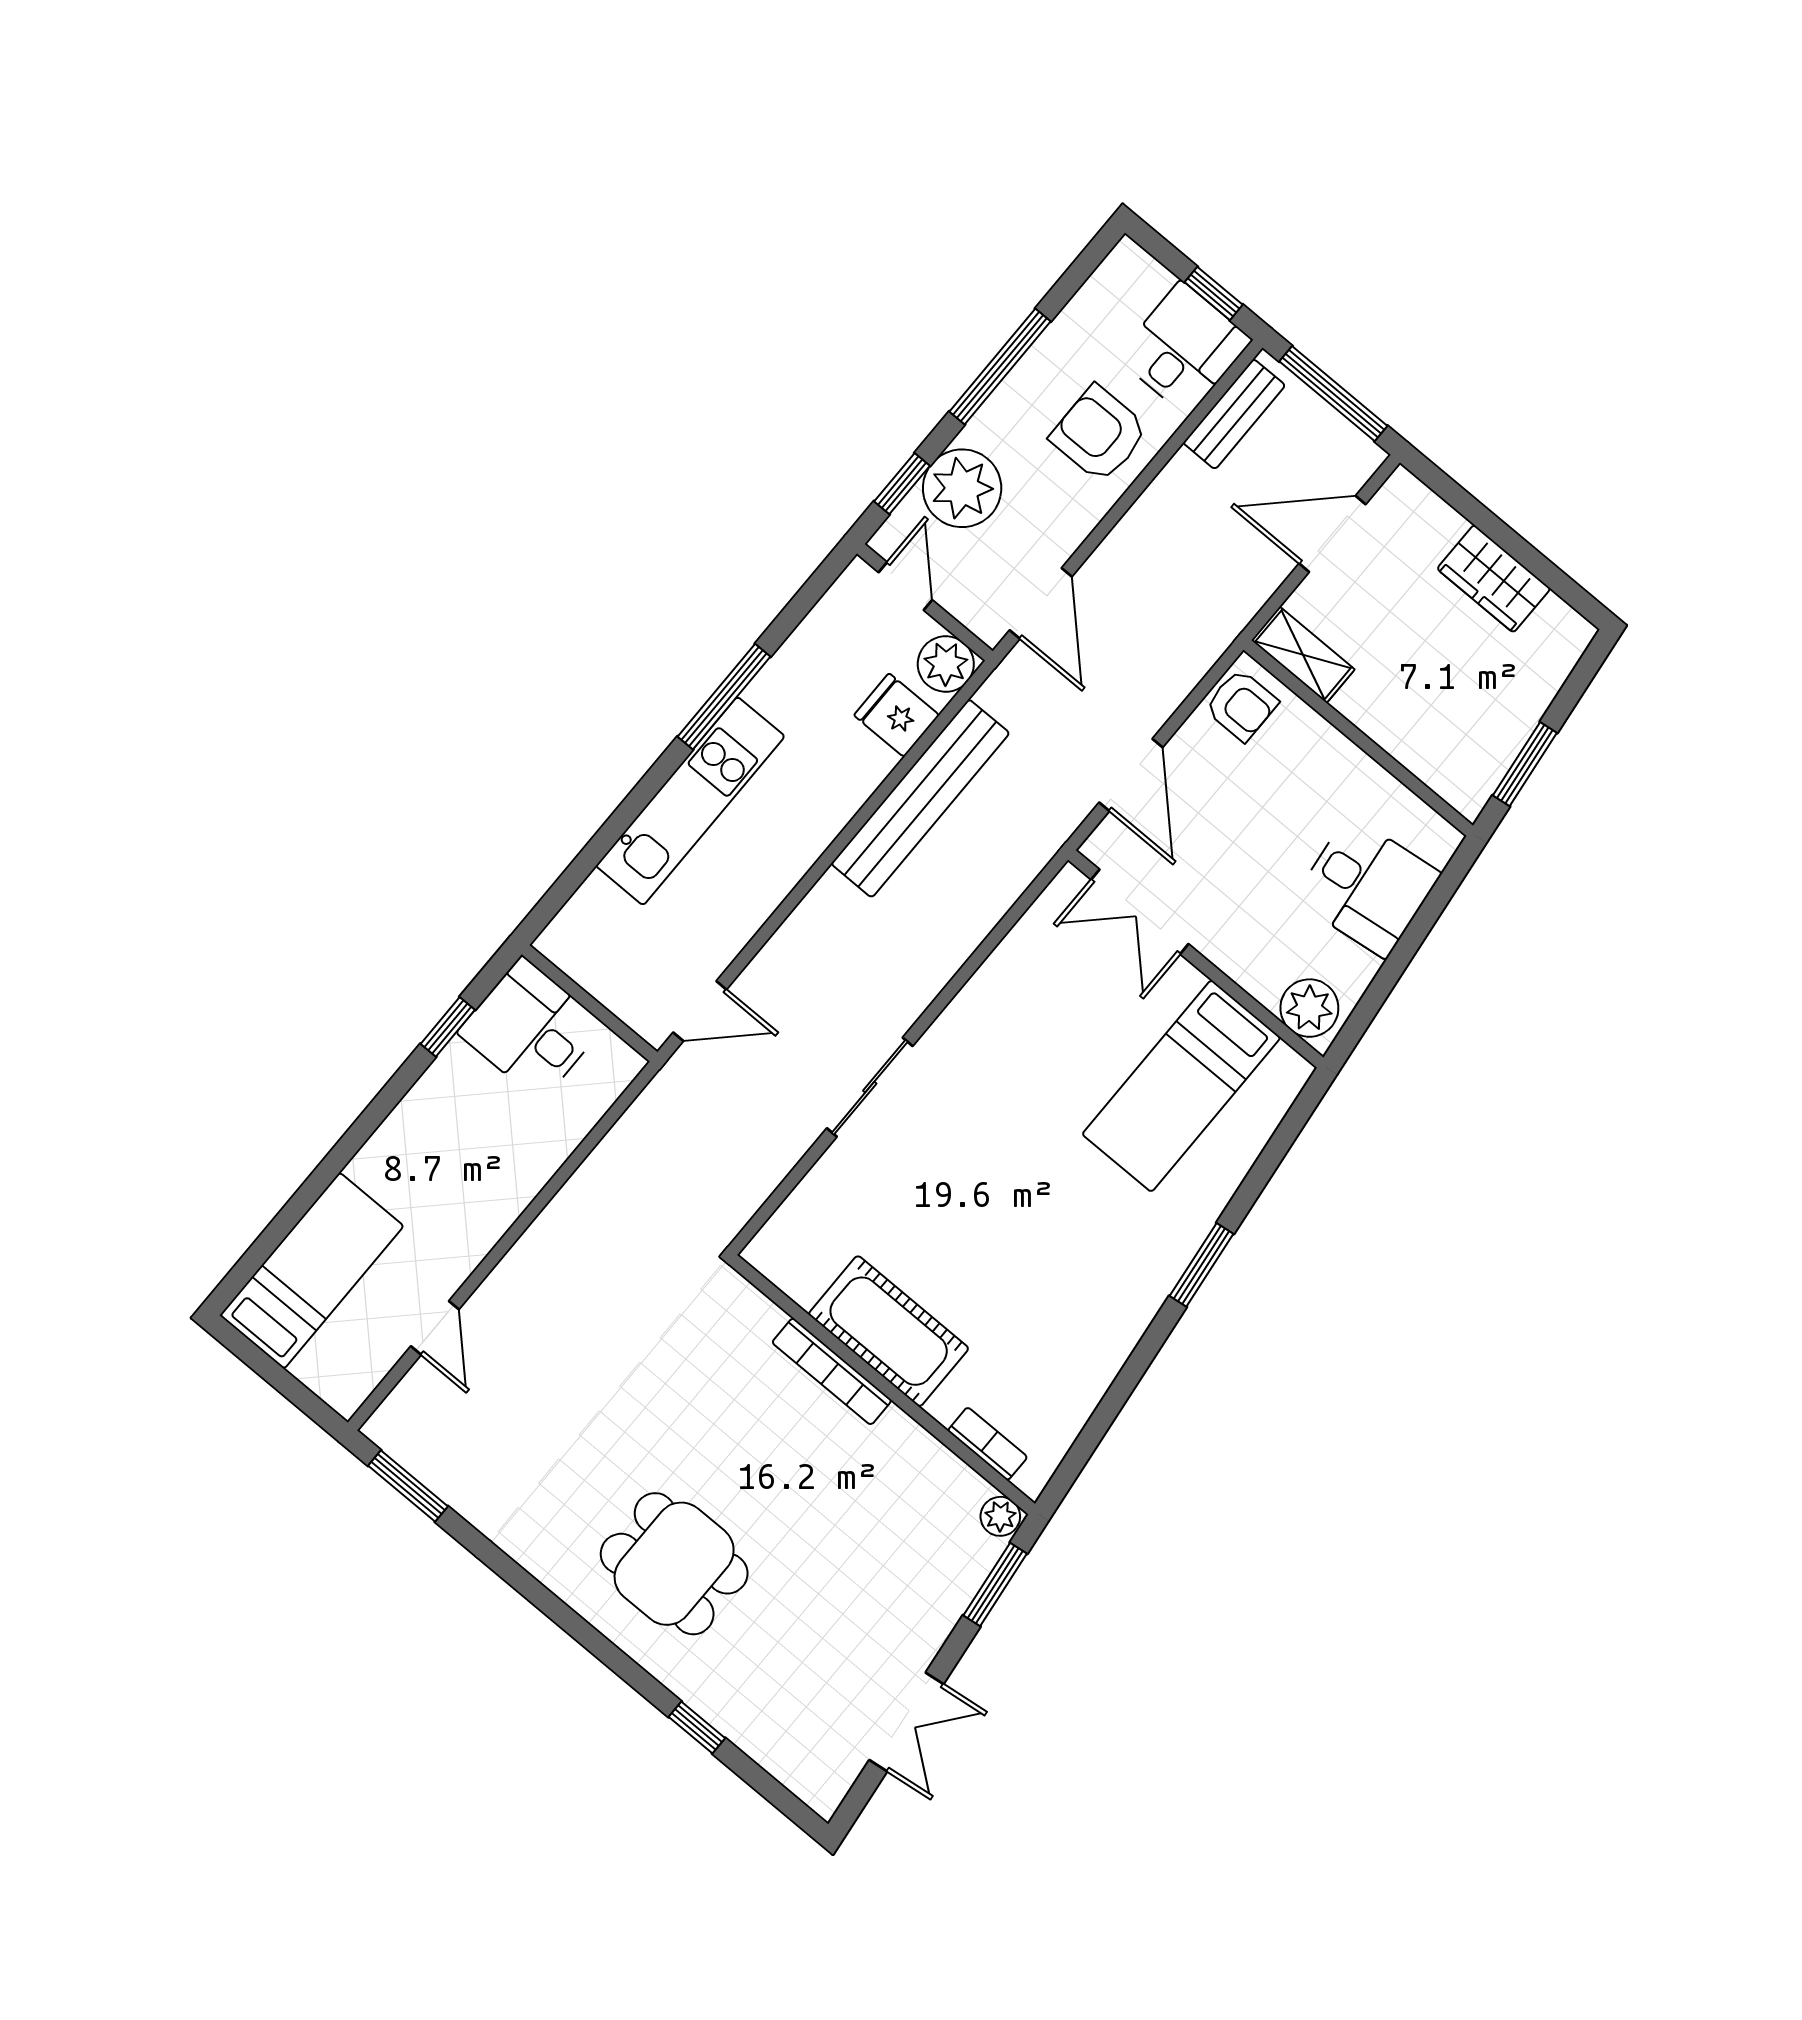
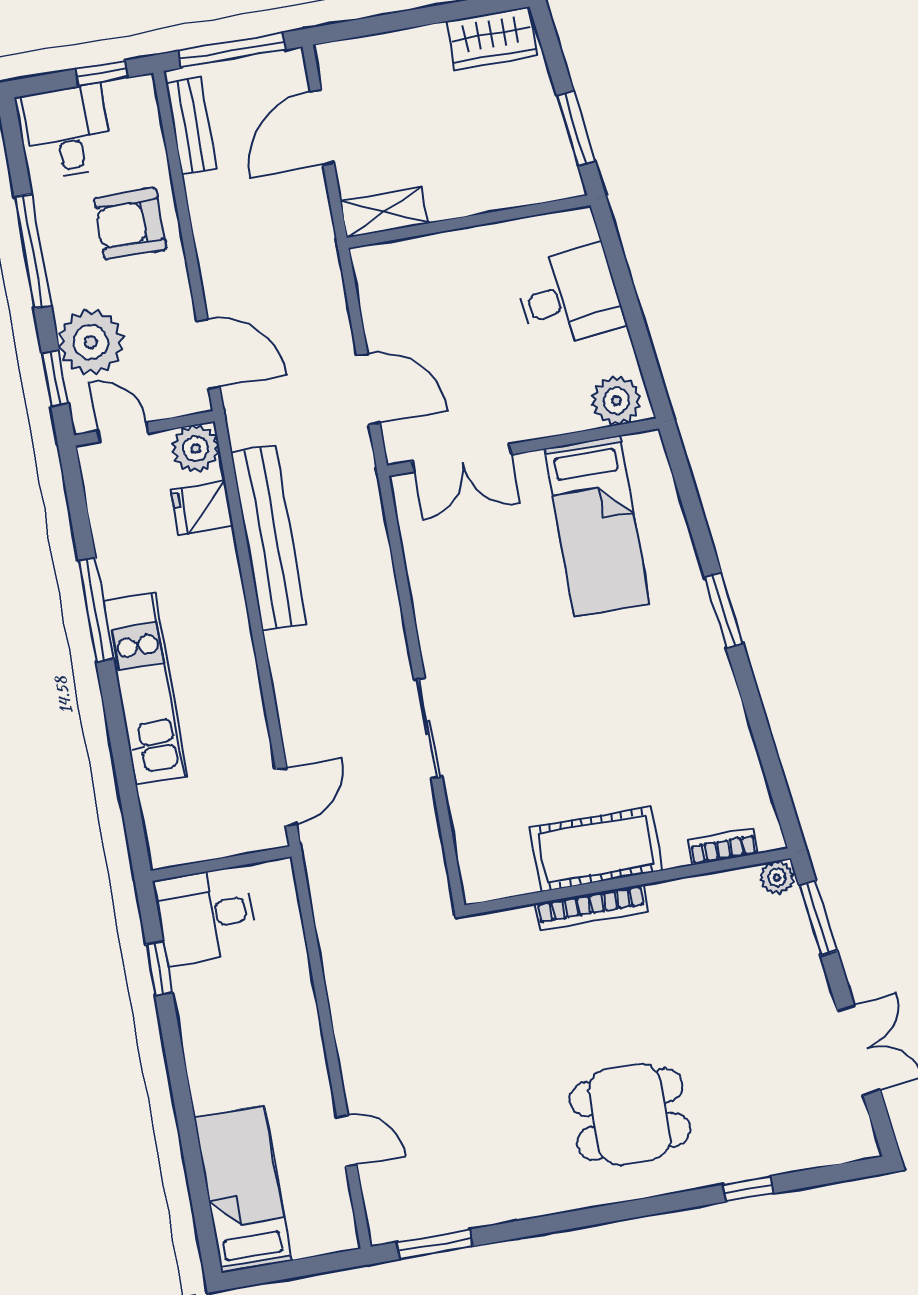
desk: (1184, 349) -> (68, 132), moved
wardrobe: (1494, 579) -> (492, 38), moved
armchair: (1241, 705) -> (383, 279), removed

